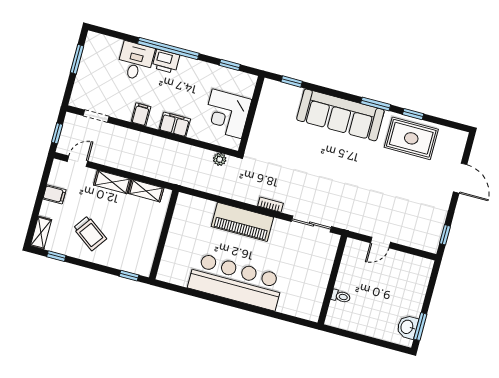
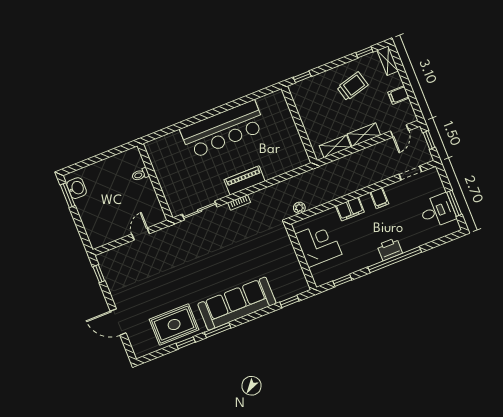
desk: (136, 61) -> (437, 211), moved, turned -90
piano: (242, 222) -> (245, 180), width x0.73, depth x0.75
trolley: (90, 233) -> (352, 86), turned 129

